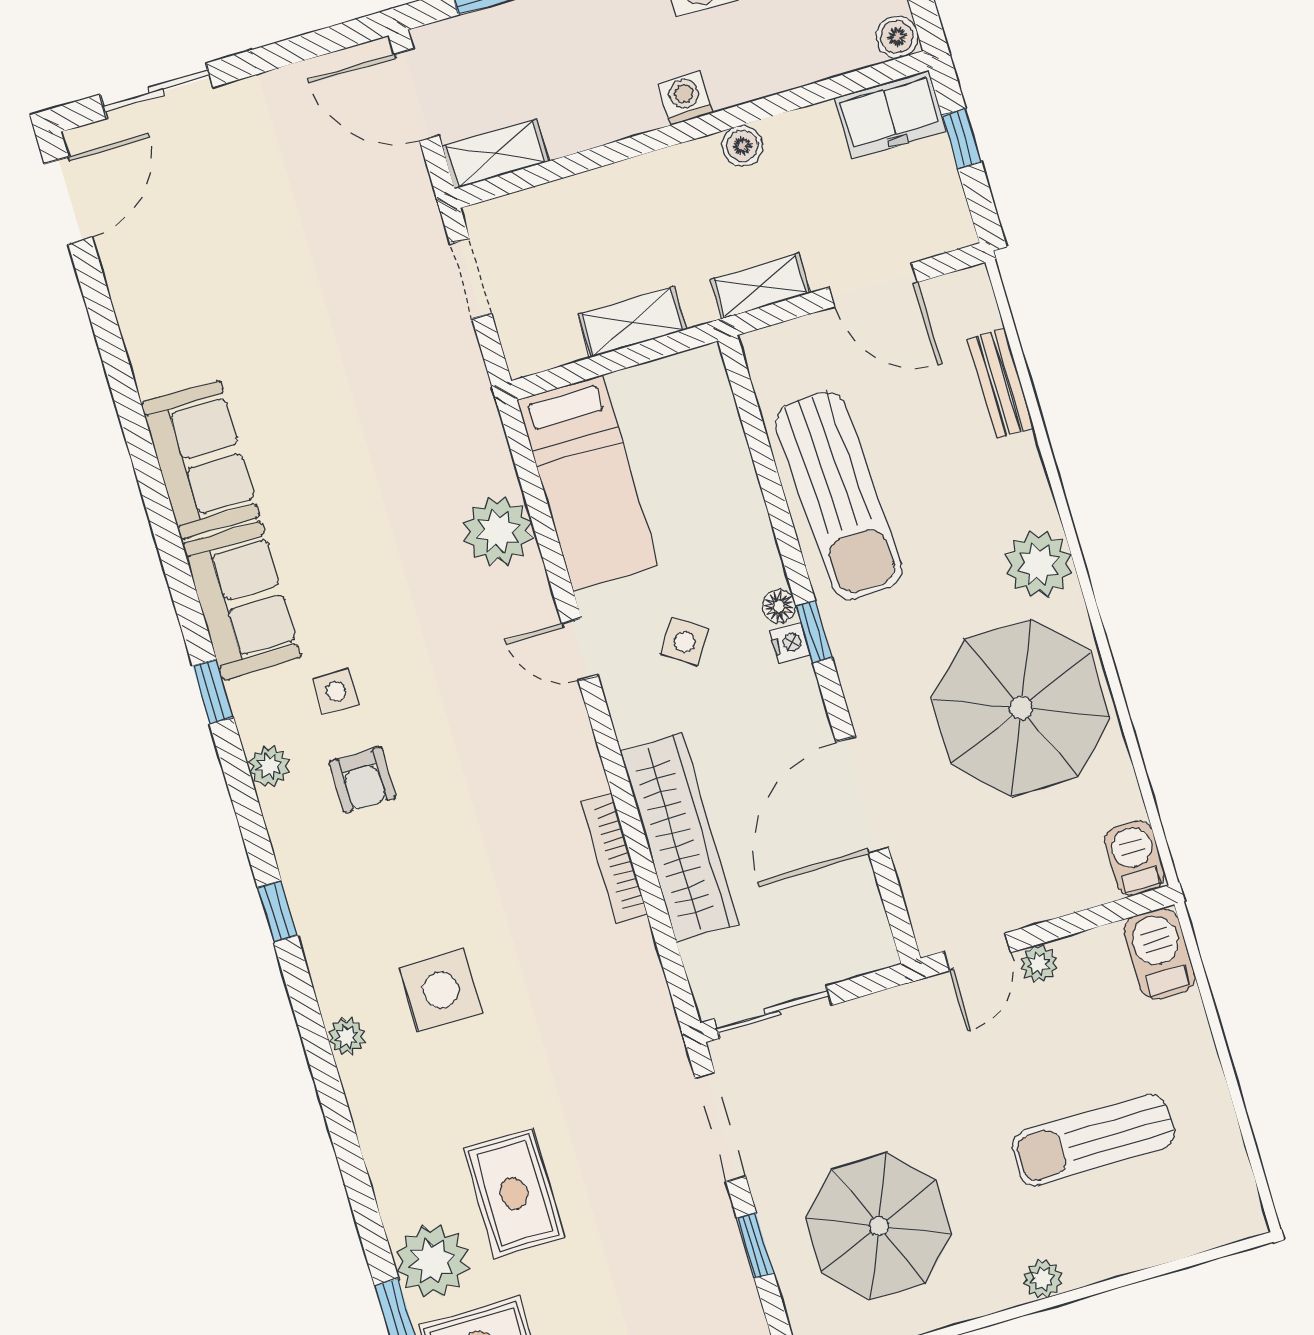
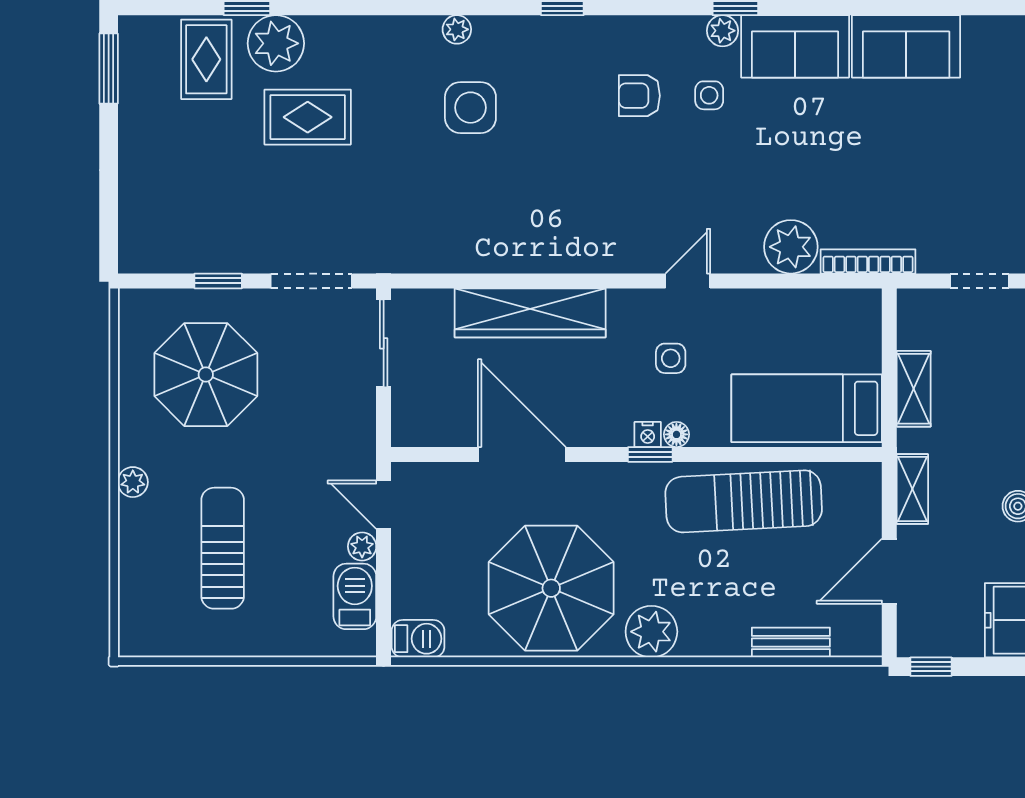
window: (962, 138) -> (931, 667), moved
bed: (588, 483) -> (807, 408), moved
side table: (684, 642) -> (671, 358), turned -34
plant: (269, 766) -> (723, 31), moved
bookcase: (614, 858) -> (868, 261), moved
barbecue: (1159, 954) -> (355, 596), moved, turned -90

